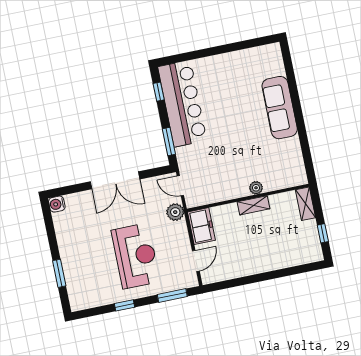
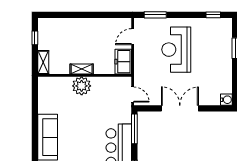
window: (169, 141) -> (134, 129), width x1.44
plant: (256, 188) -> (82, 86), width x1.87, depth x1.87
plant: (175, 212) -> (140, 76), removed
window: (125, 305) -> (213, 15), moved

